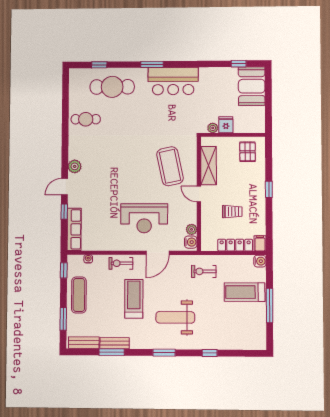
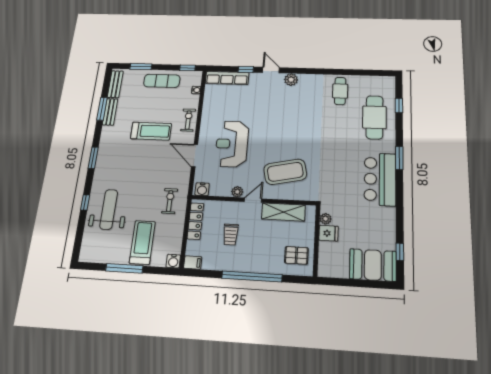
window: (269, 189) -> (252, 276), width x3.17
plant: (192, 229) -> (237, 192), moved
locker: (235, 245) -> (195, 221), moved
weight bench: (175, 317) -> (109, 209), moved

